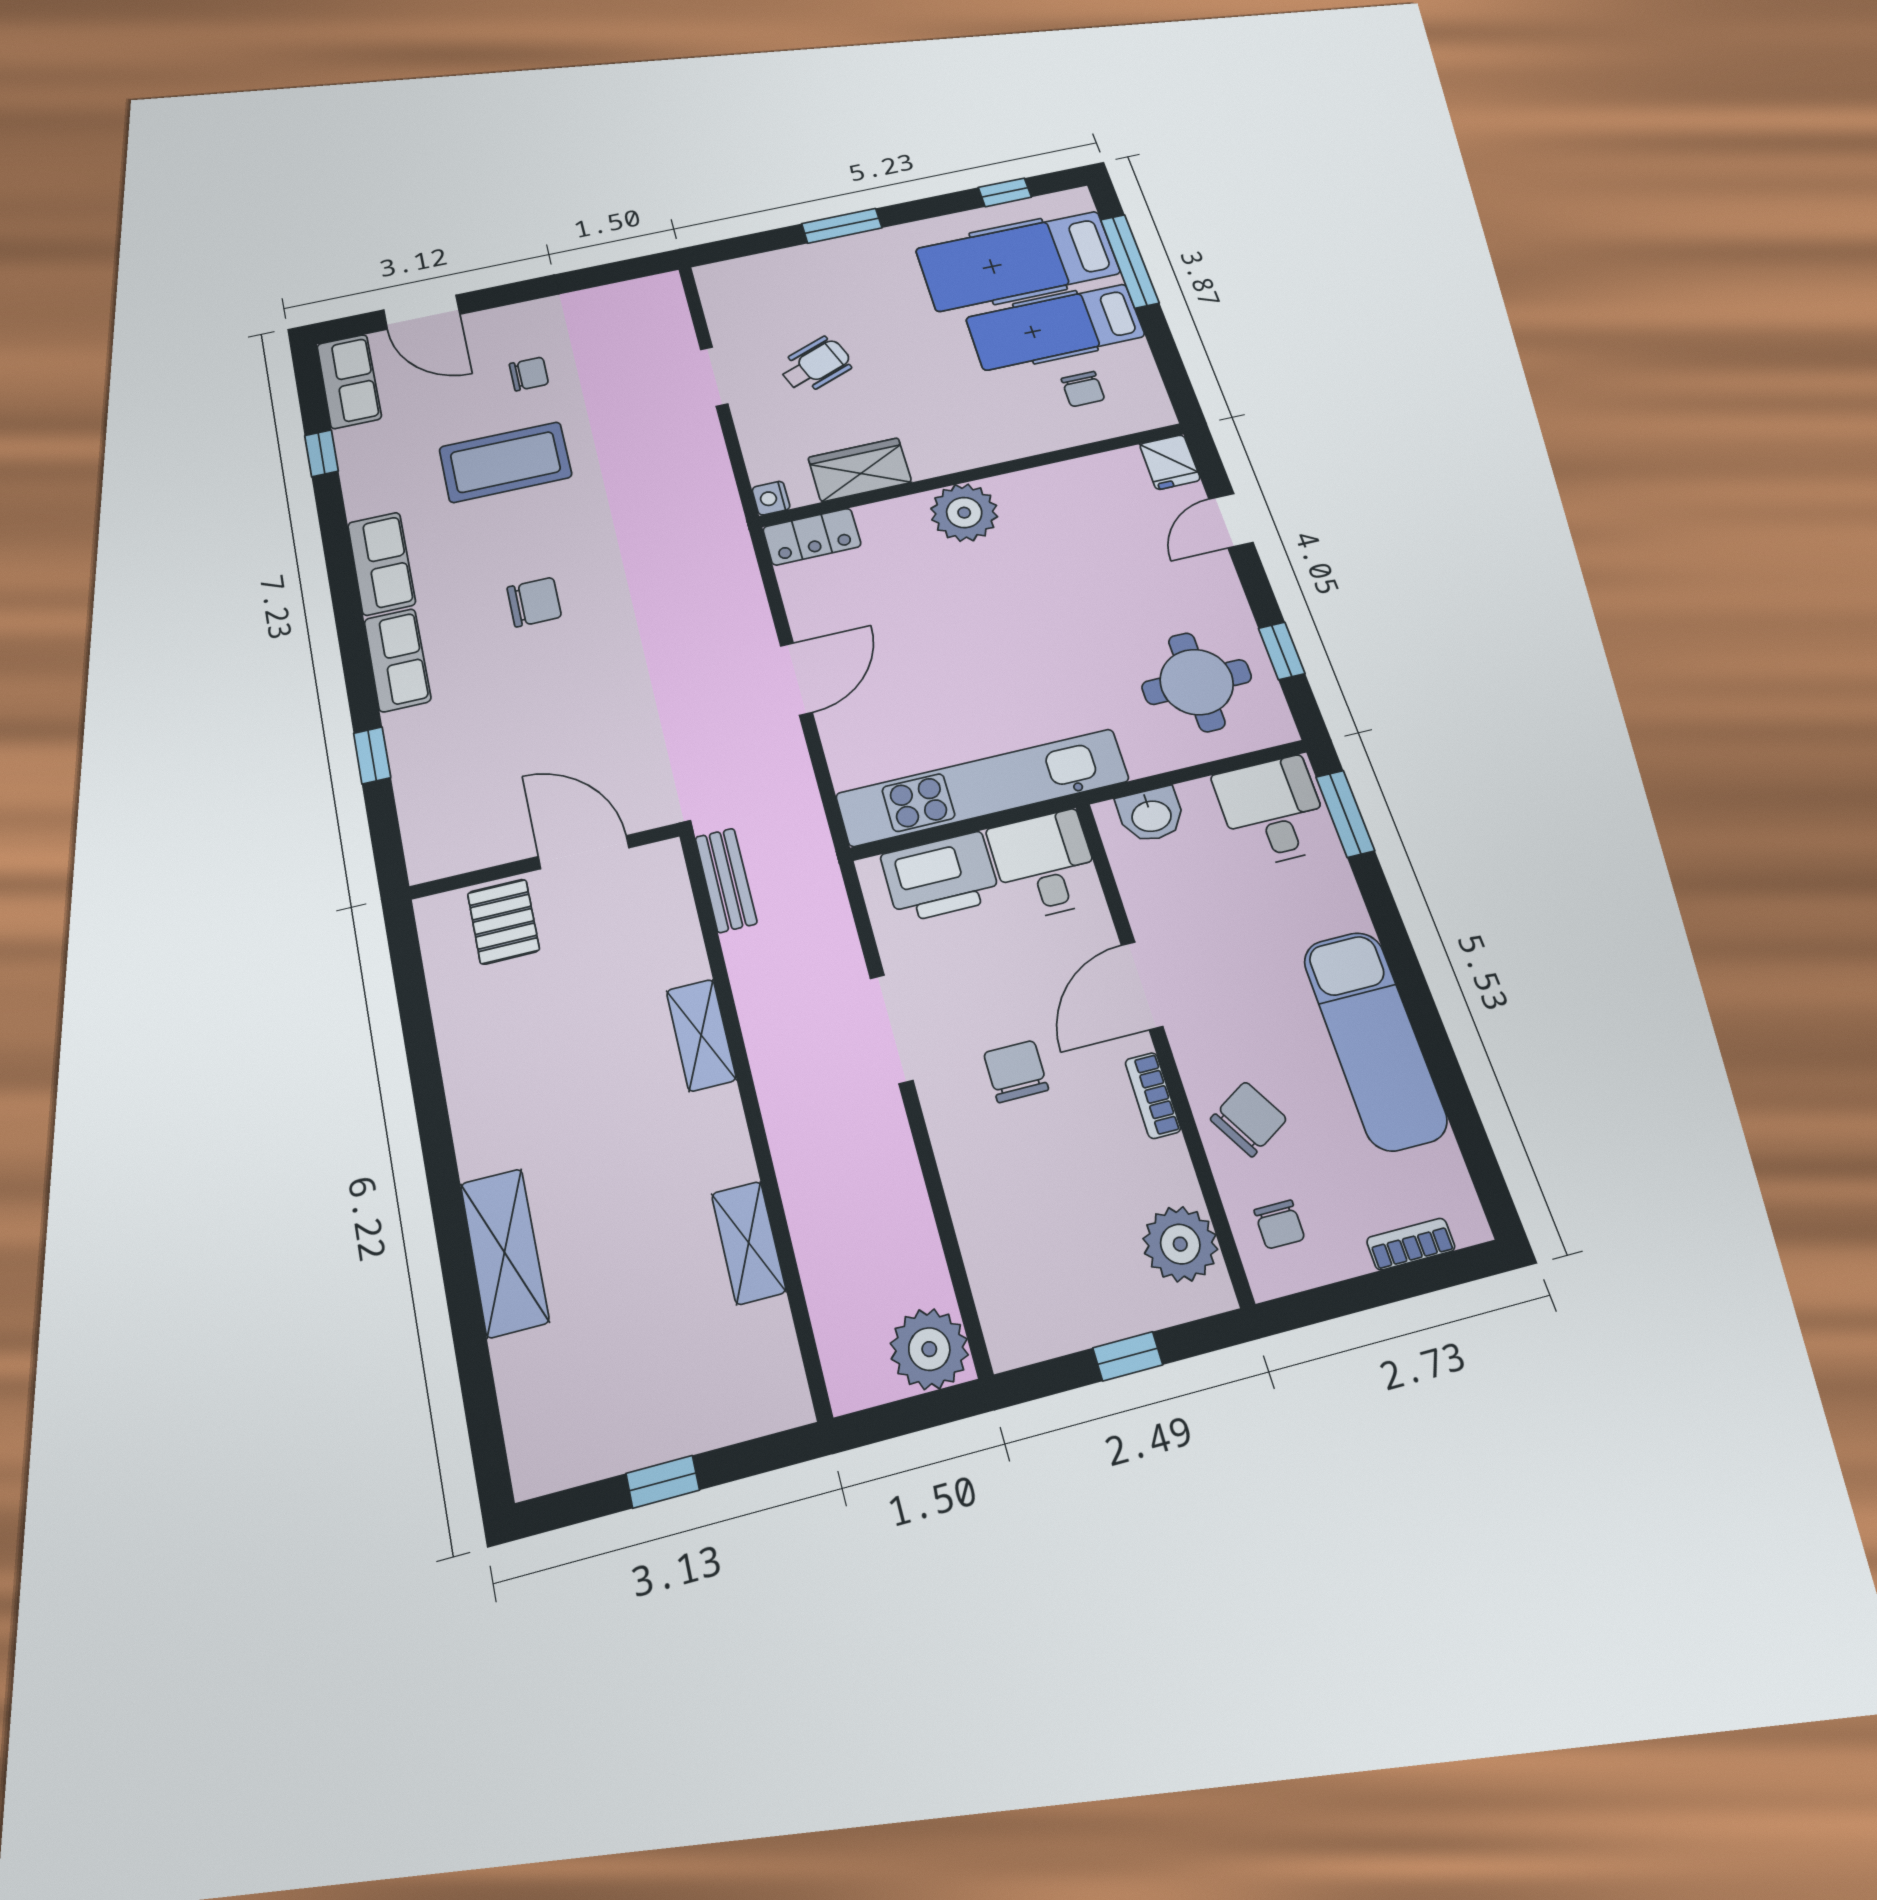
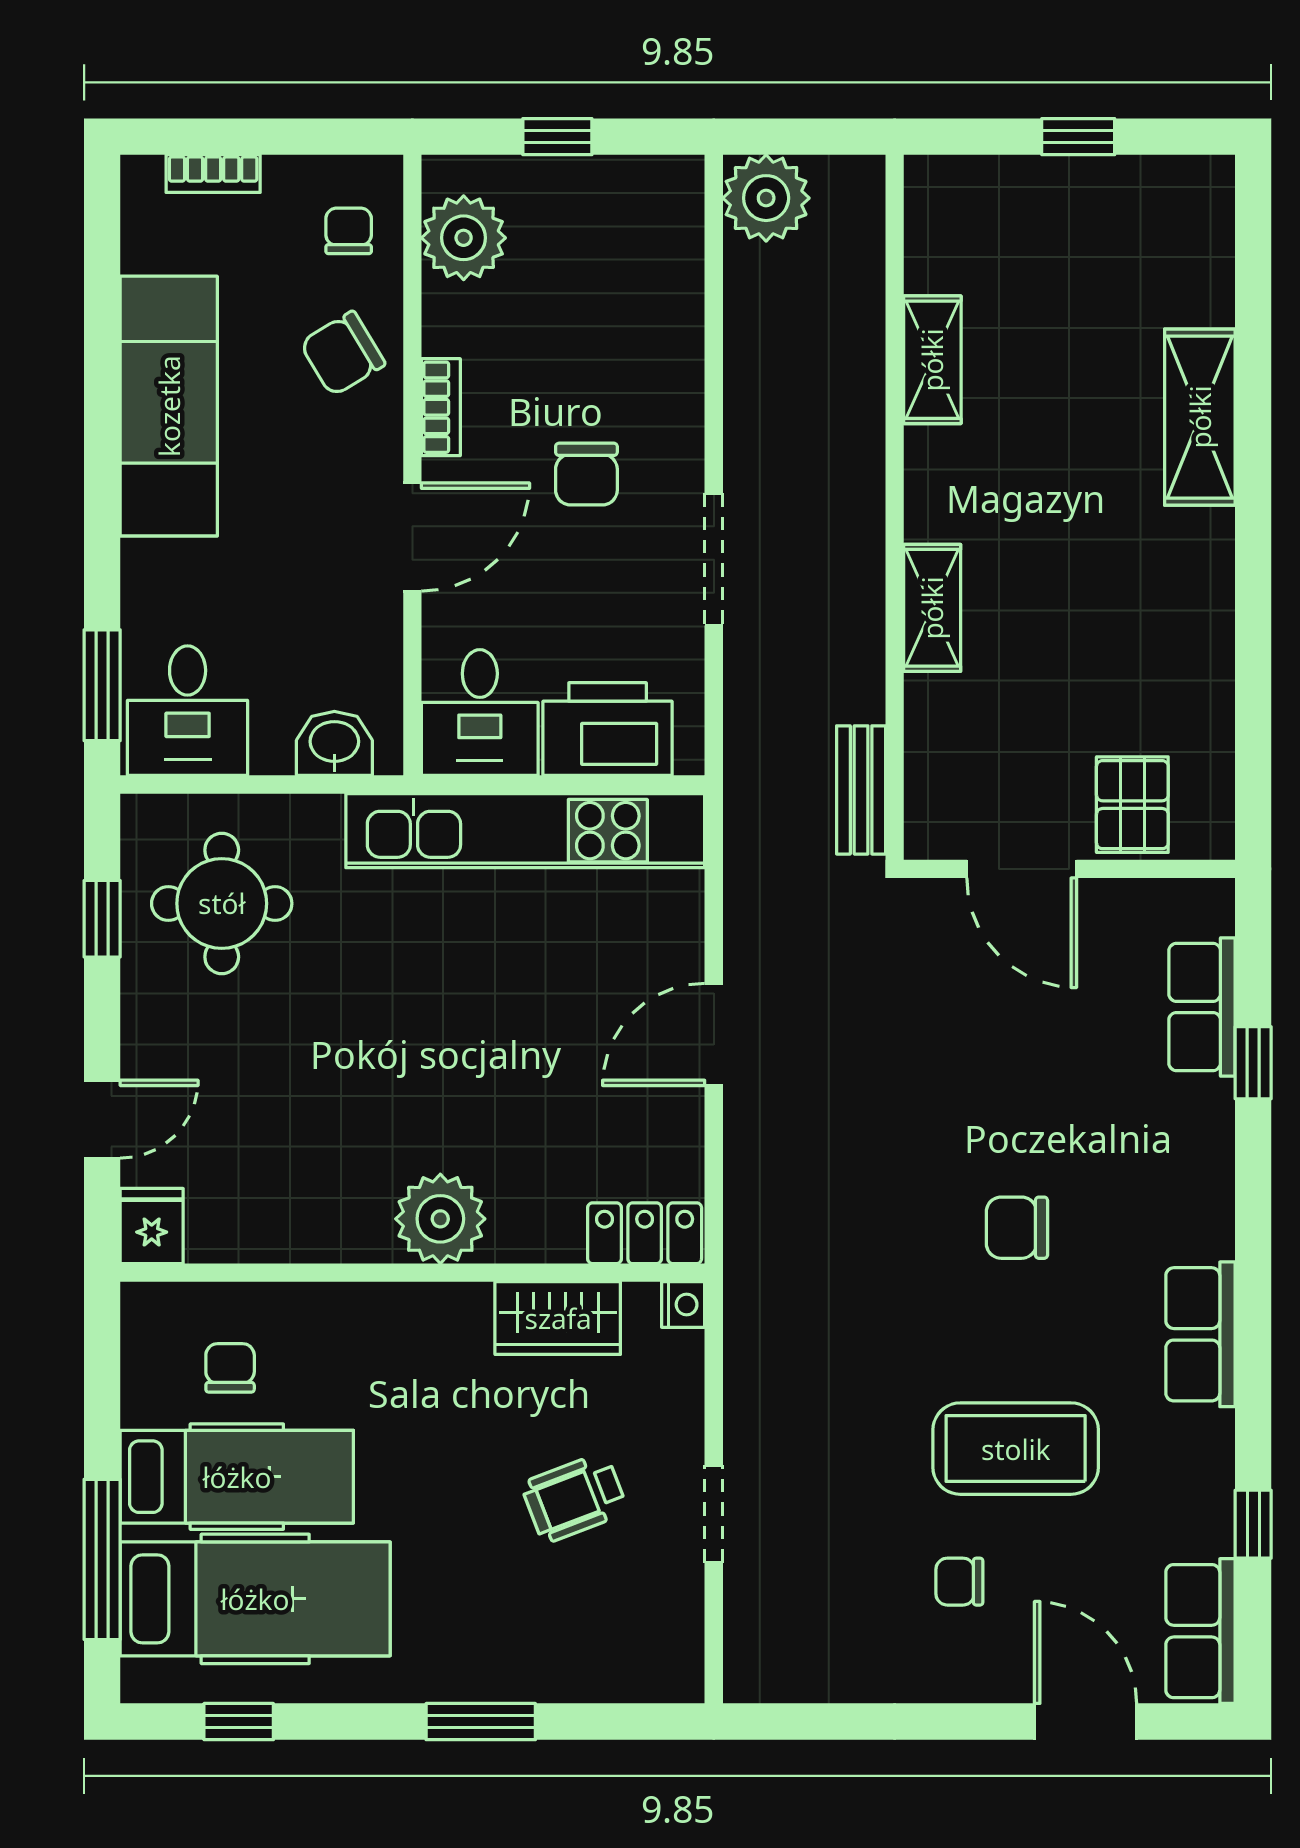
row of seats: (397, 660) -> (1202, 1007), moved

